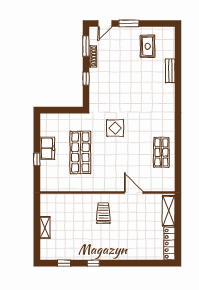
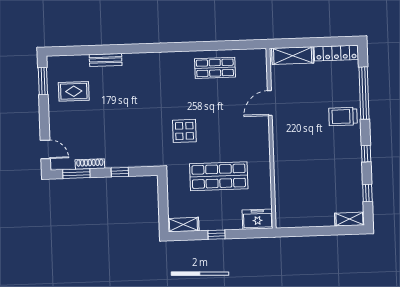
window: (129, 24) -> (43, 81), moved
shelving: (45, 125) -> (183, 225), added
freezer: (47, 148) -> (258, 219), moved
window: (37, 159) -> (216, 235), moved
trolley: (103, 213) -> (343, 116), moved
shelving: (45, 228) -> (349, 219), moved
window: (139, 263) -> (364, 93), added

